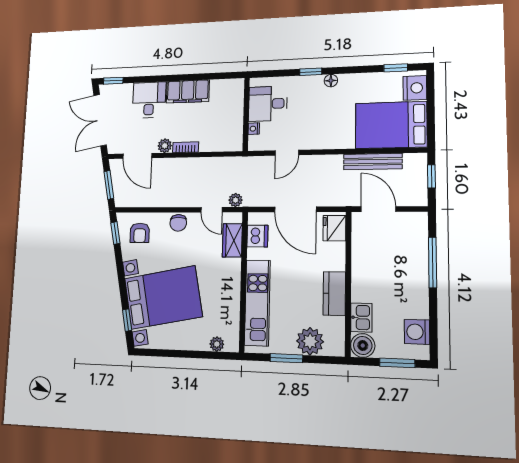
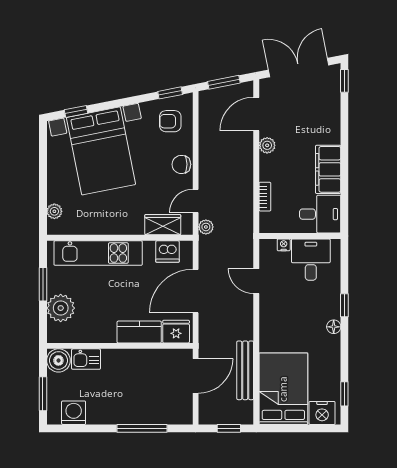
desk: (149, 100) -> (320, 214), moved
bookcase: (186, 147) -> (265, 197), moved
kitchen counter: (334, 294) -> (139, 332), moved

